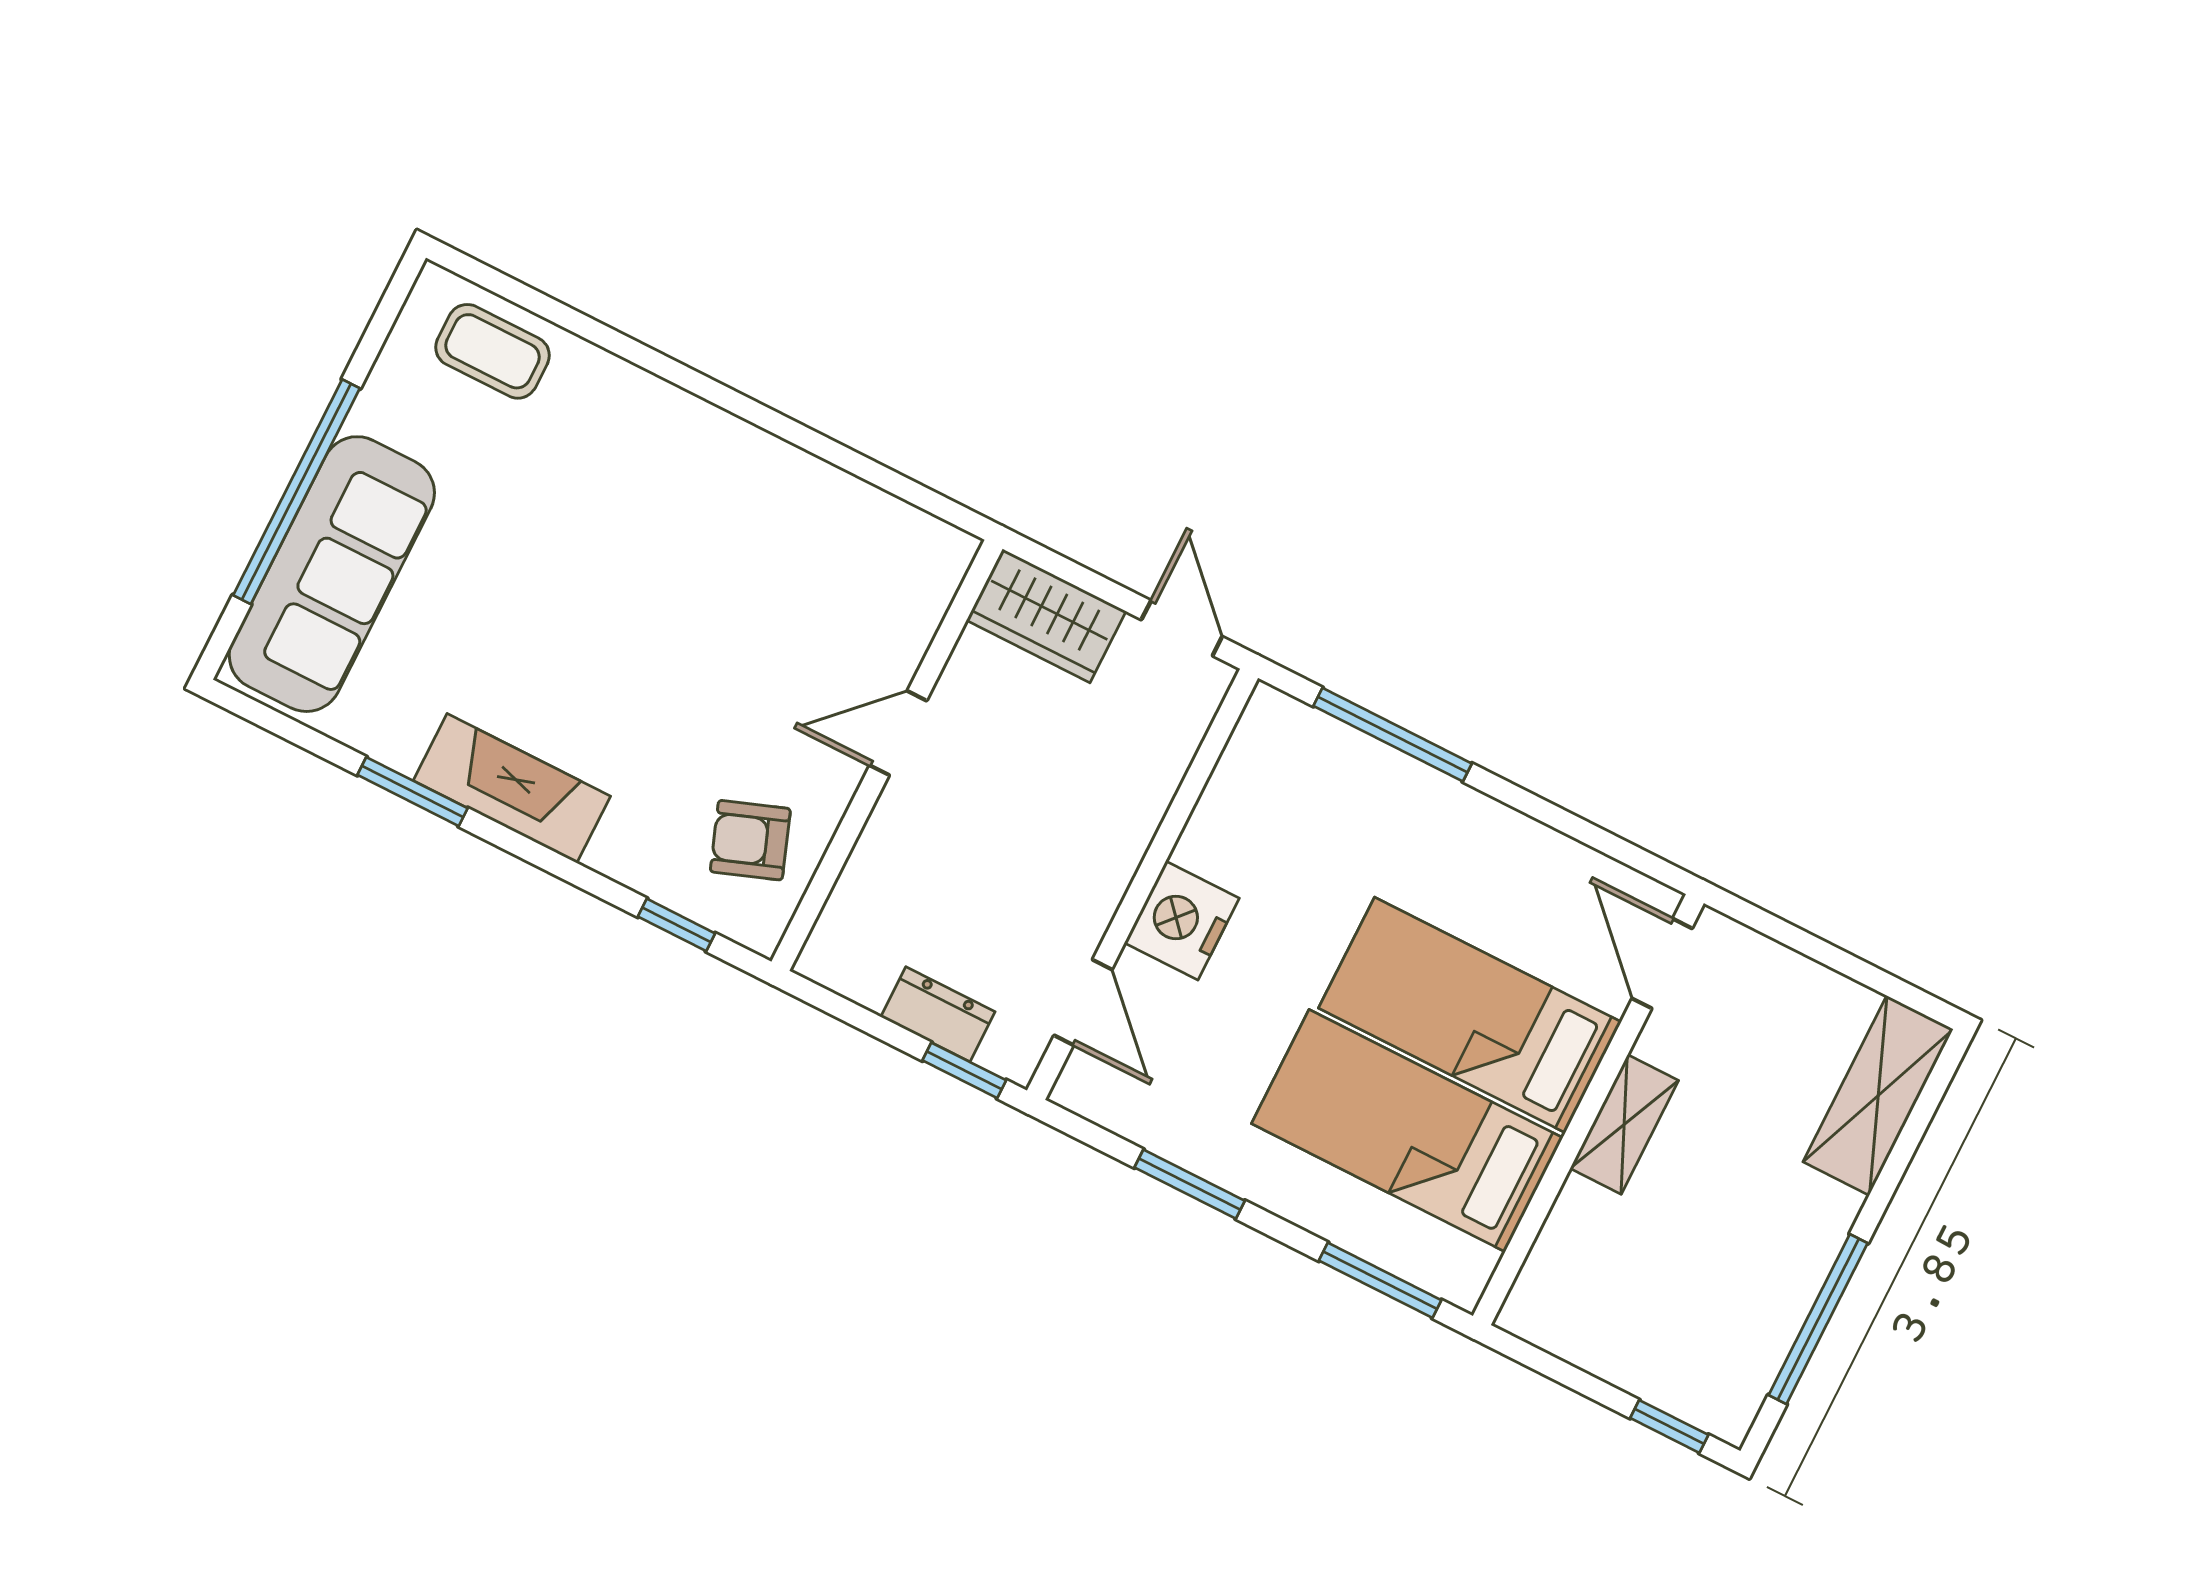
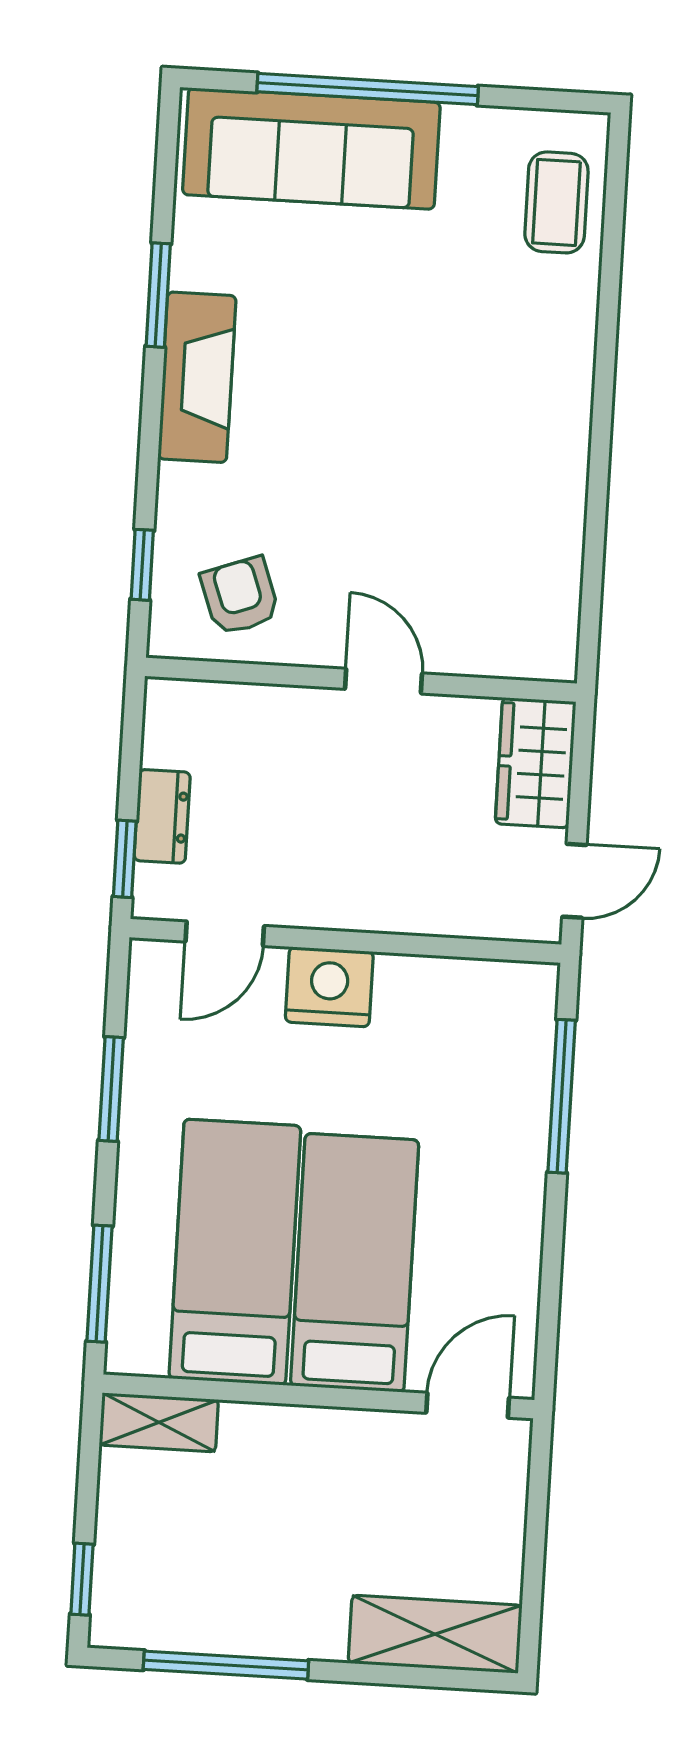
shelving: (1624, 1124) -> (159, 1422), moved

